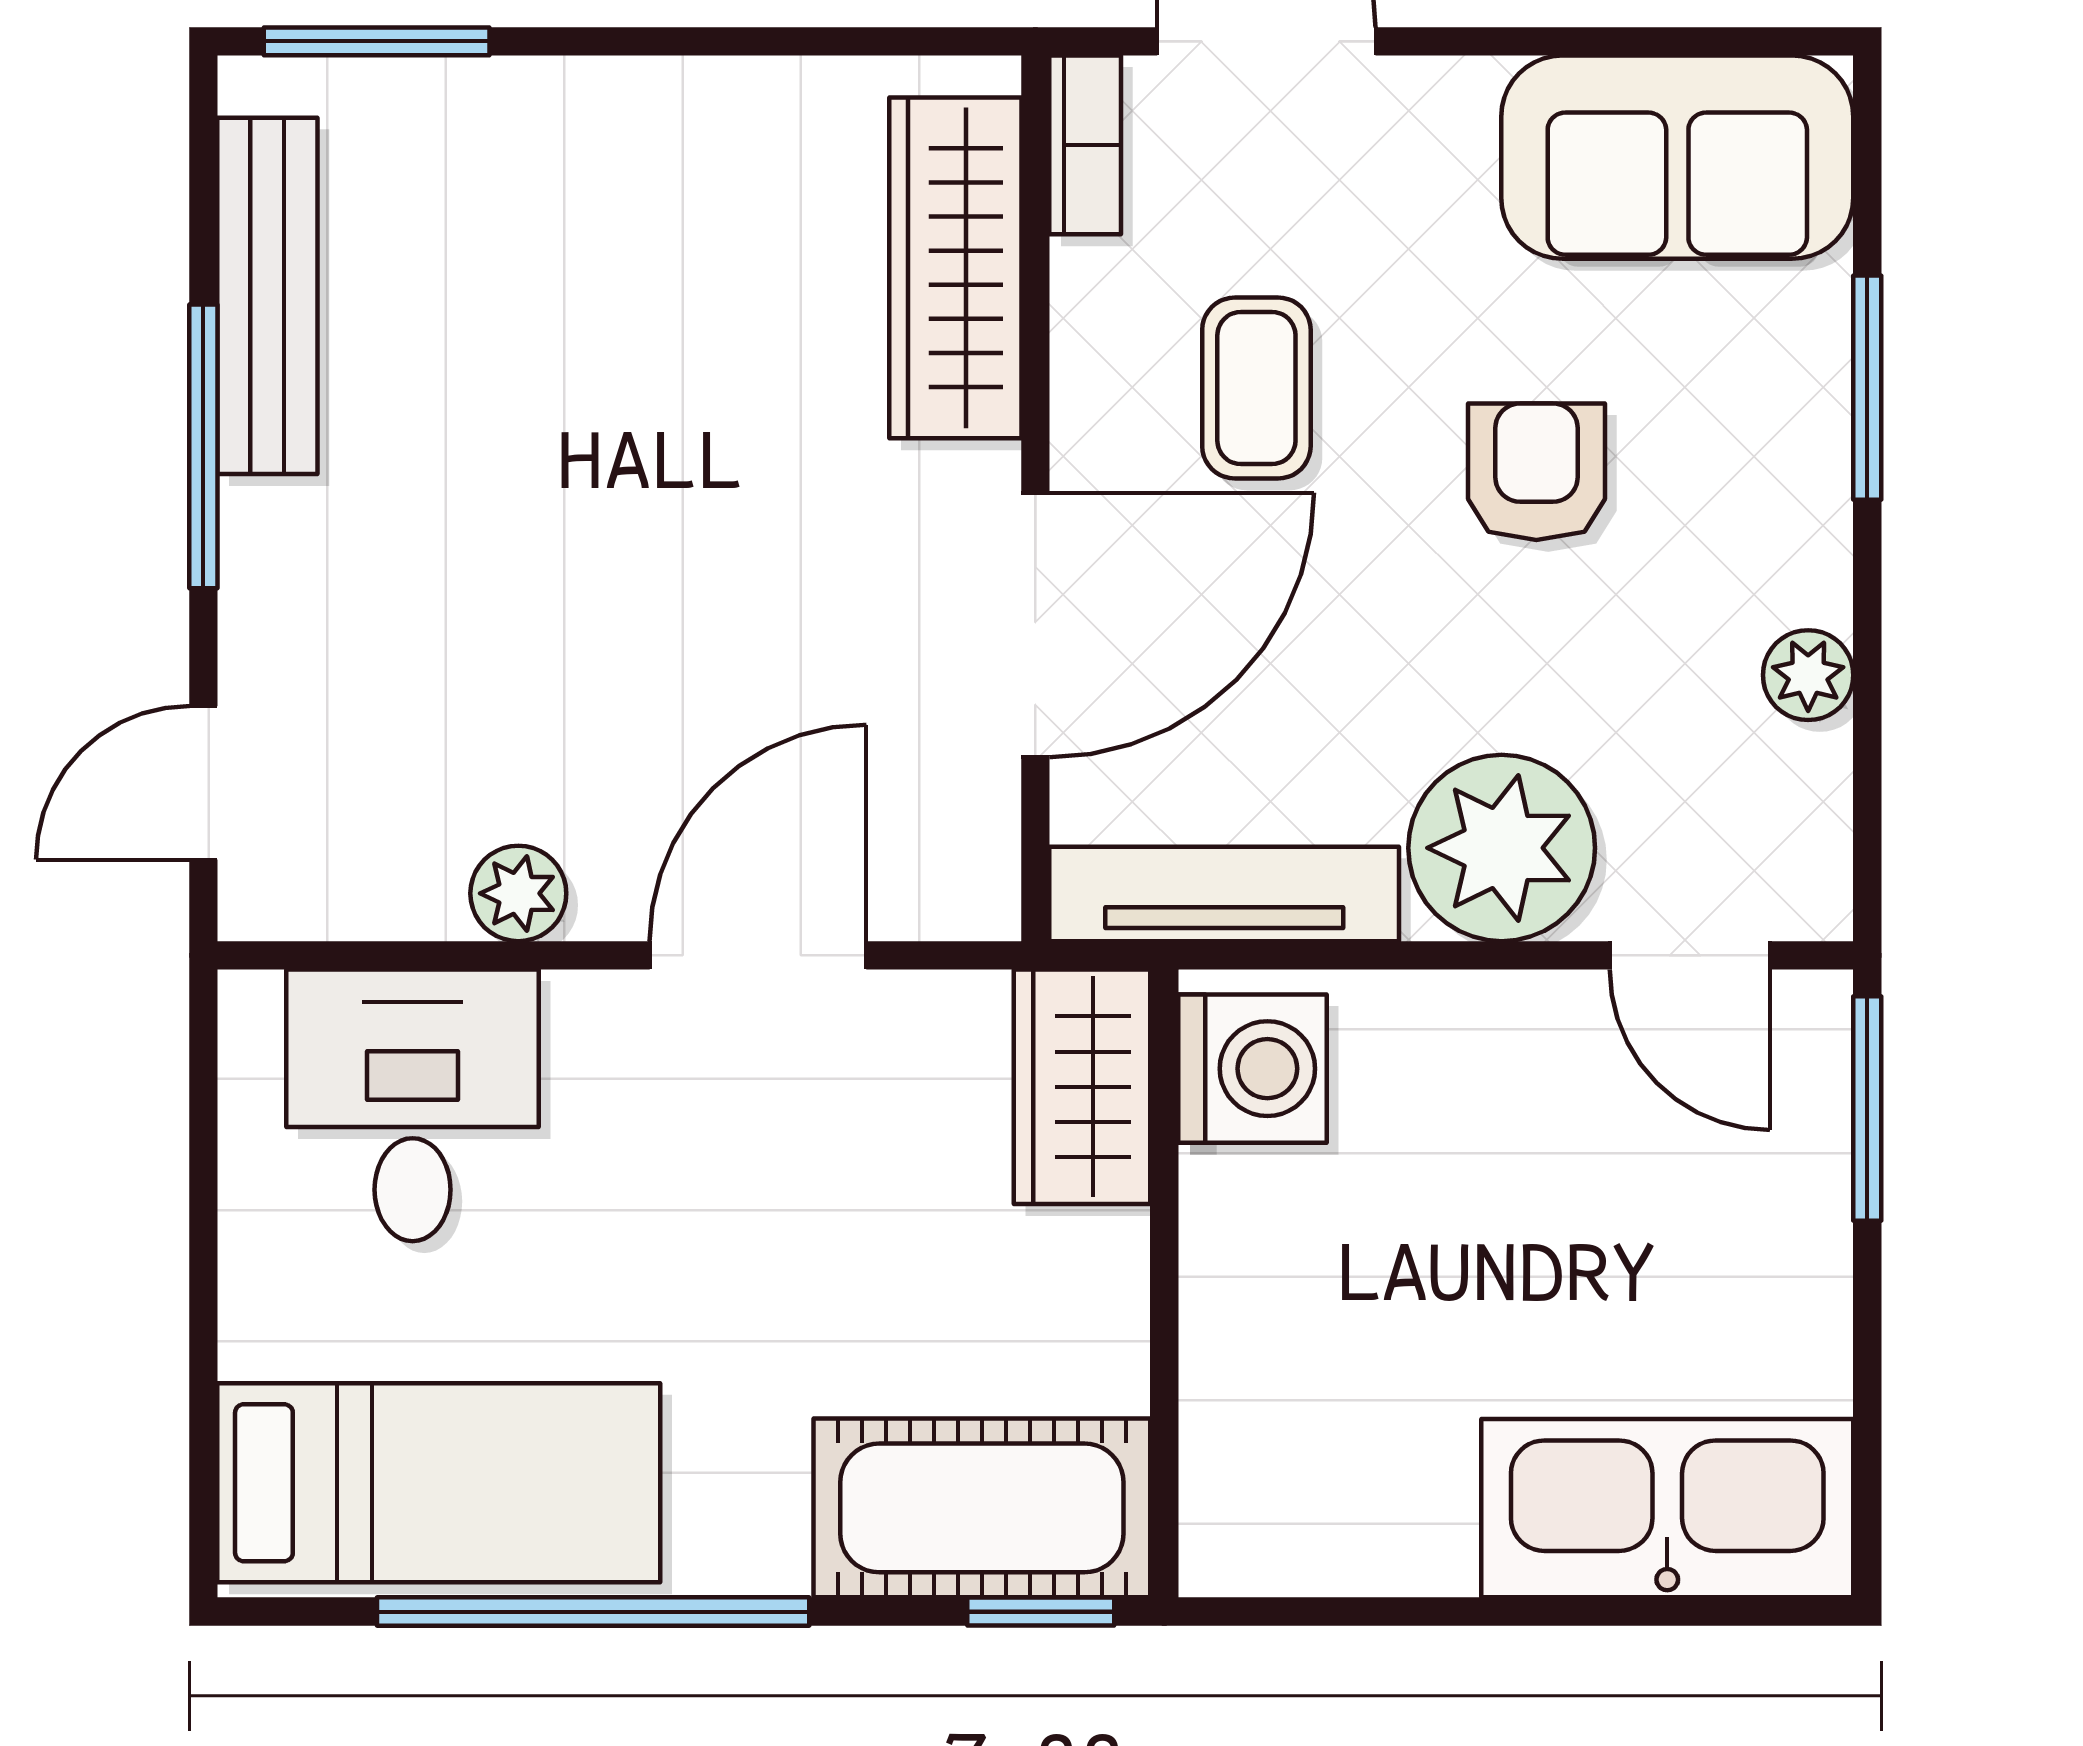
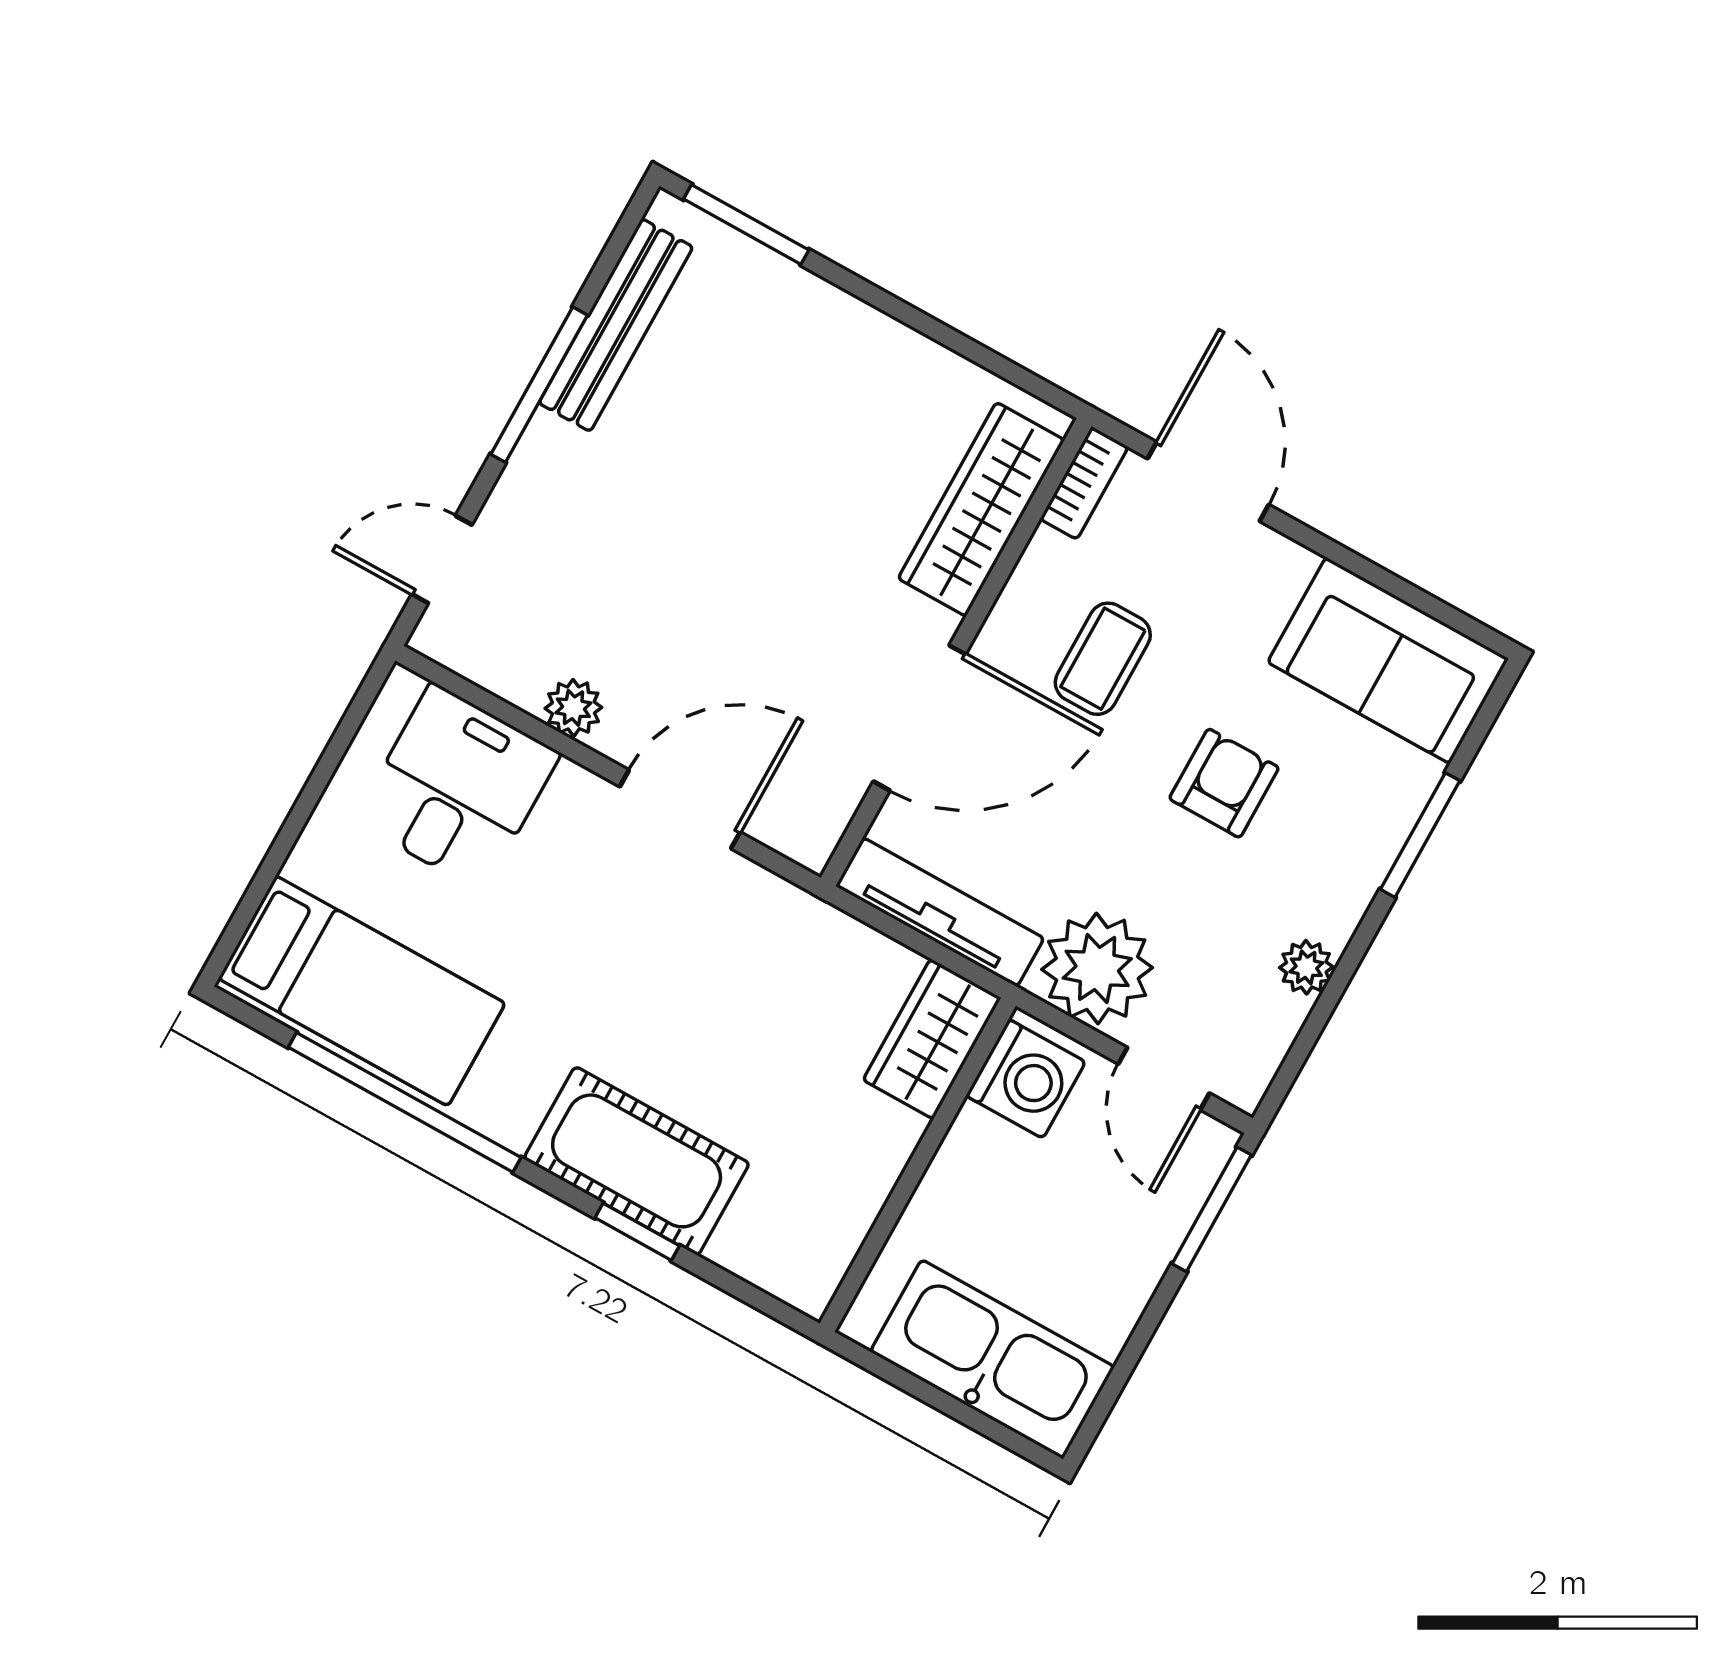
washing machine: (1253, 1069) -> (1026, 1079), moved
wardrobe: (1082, 1087) -> (932, 1039), moved
wall: (1164, 1283) -> (918, 1165), moved

